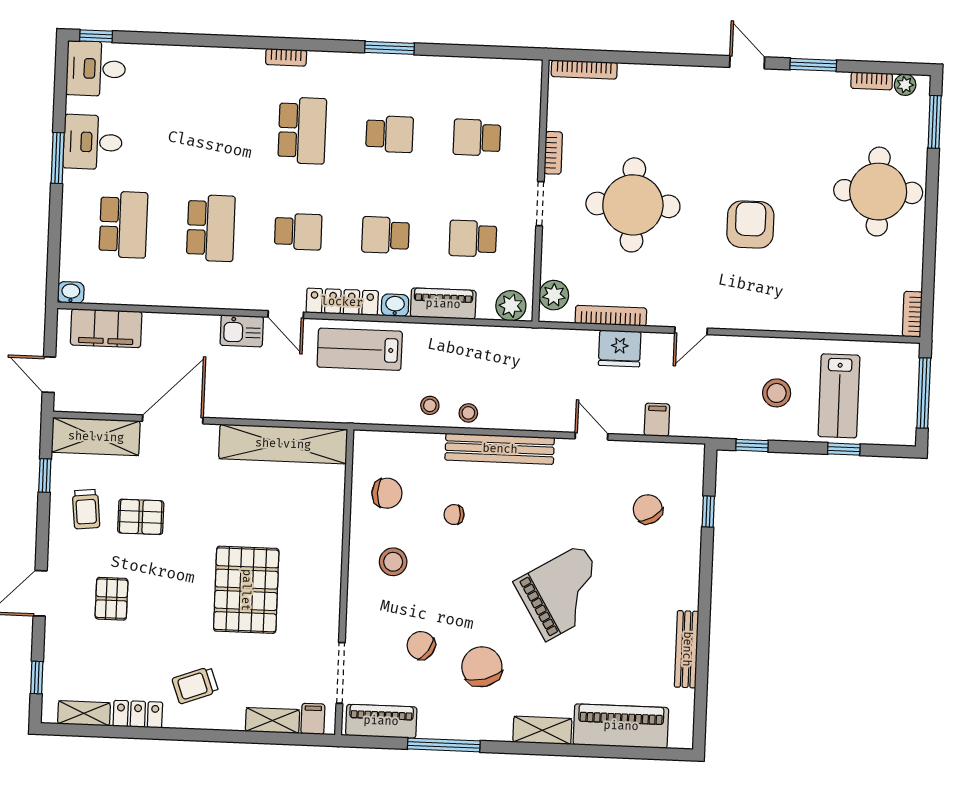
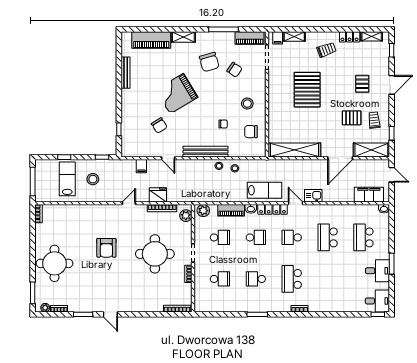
chair: (648, 509) -> (159, 125), moved

